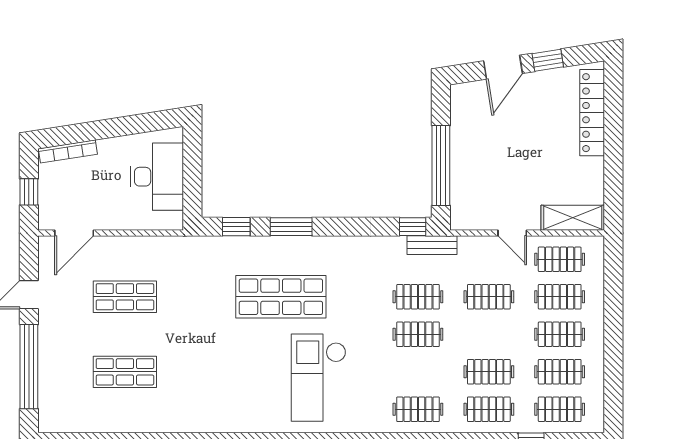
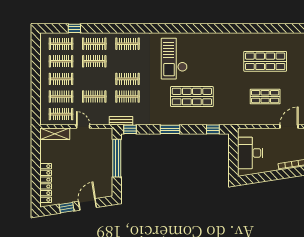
window: (291, 227) -> (170, 129), moved
shop shelf: (125, 372) -> (265, 61), width x1.43, depth x1.36
checkout: (319, 378) -> (174, 59), turned 180

